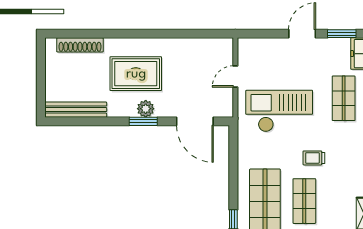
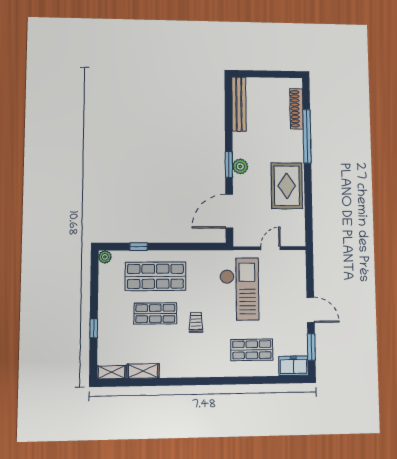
window: (111, 34) -> (307, 136), added
rug: (136, 74) -> (287, 186), moved
door: (235, 76) -> (271, 248), hinge flipped

